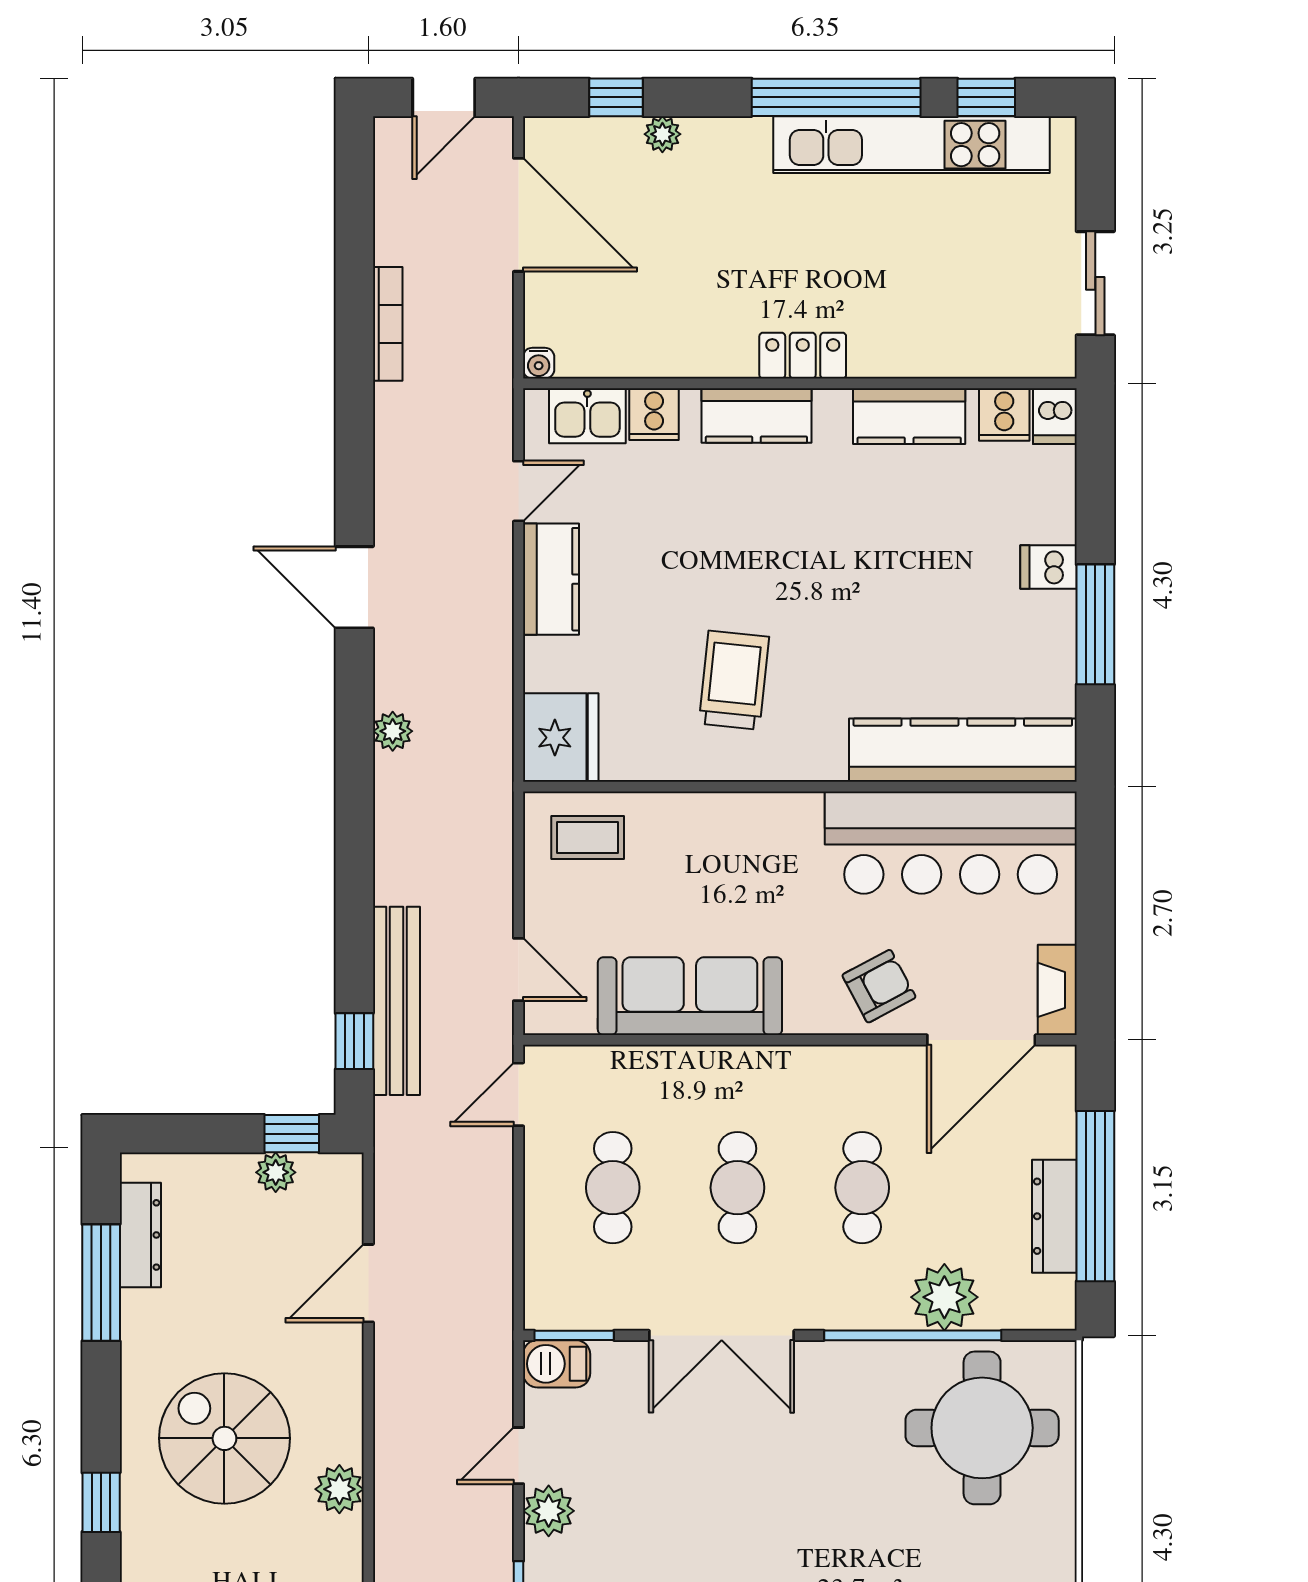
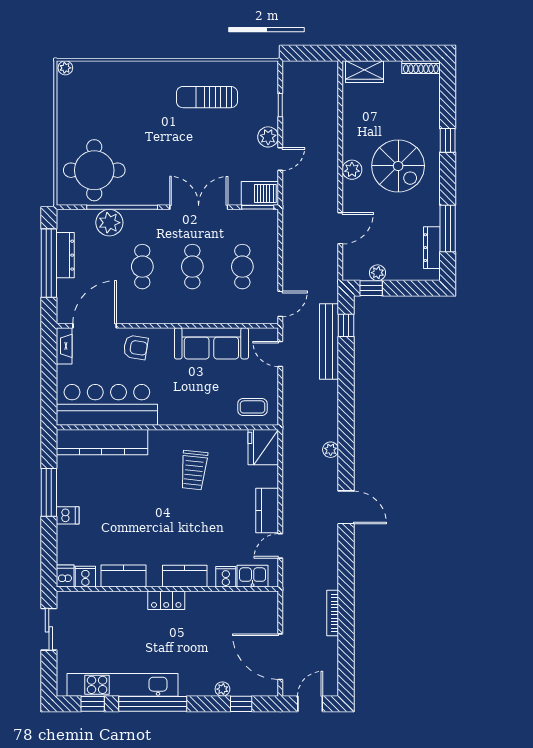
water cooler: (539, 363) -> (272, 597), removed
armchair: (879, 986) -> (136, 347), turned -143
barbecue: (557, 1364) -> (260, 193), width x1.38, depth x1.27
plant: (339, 1489) -> (352, 170), moved

